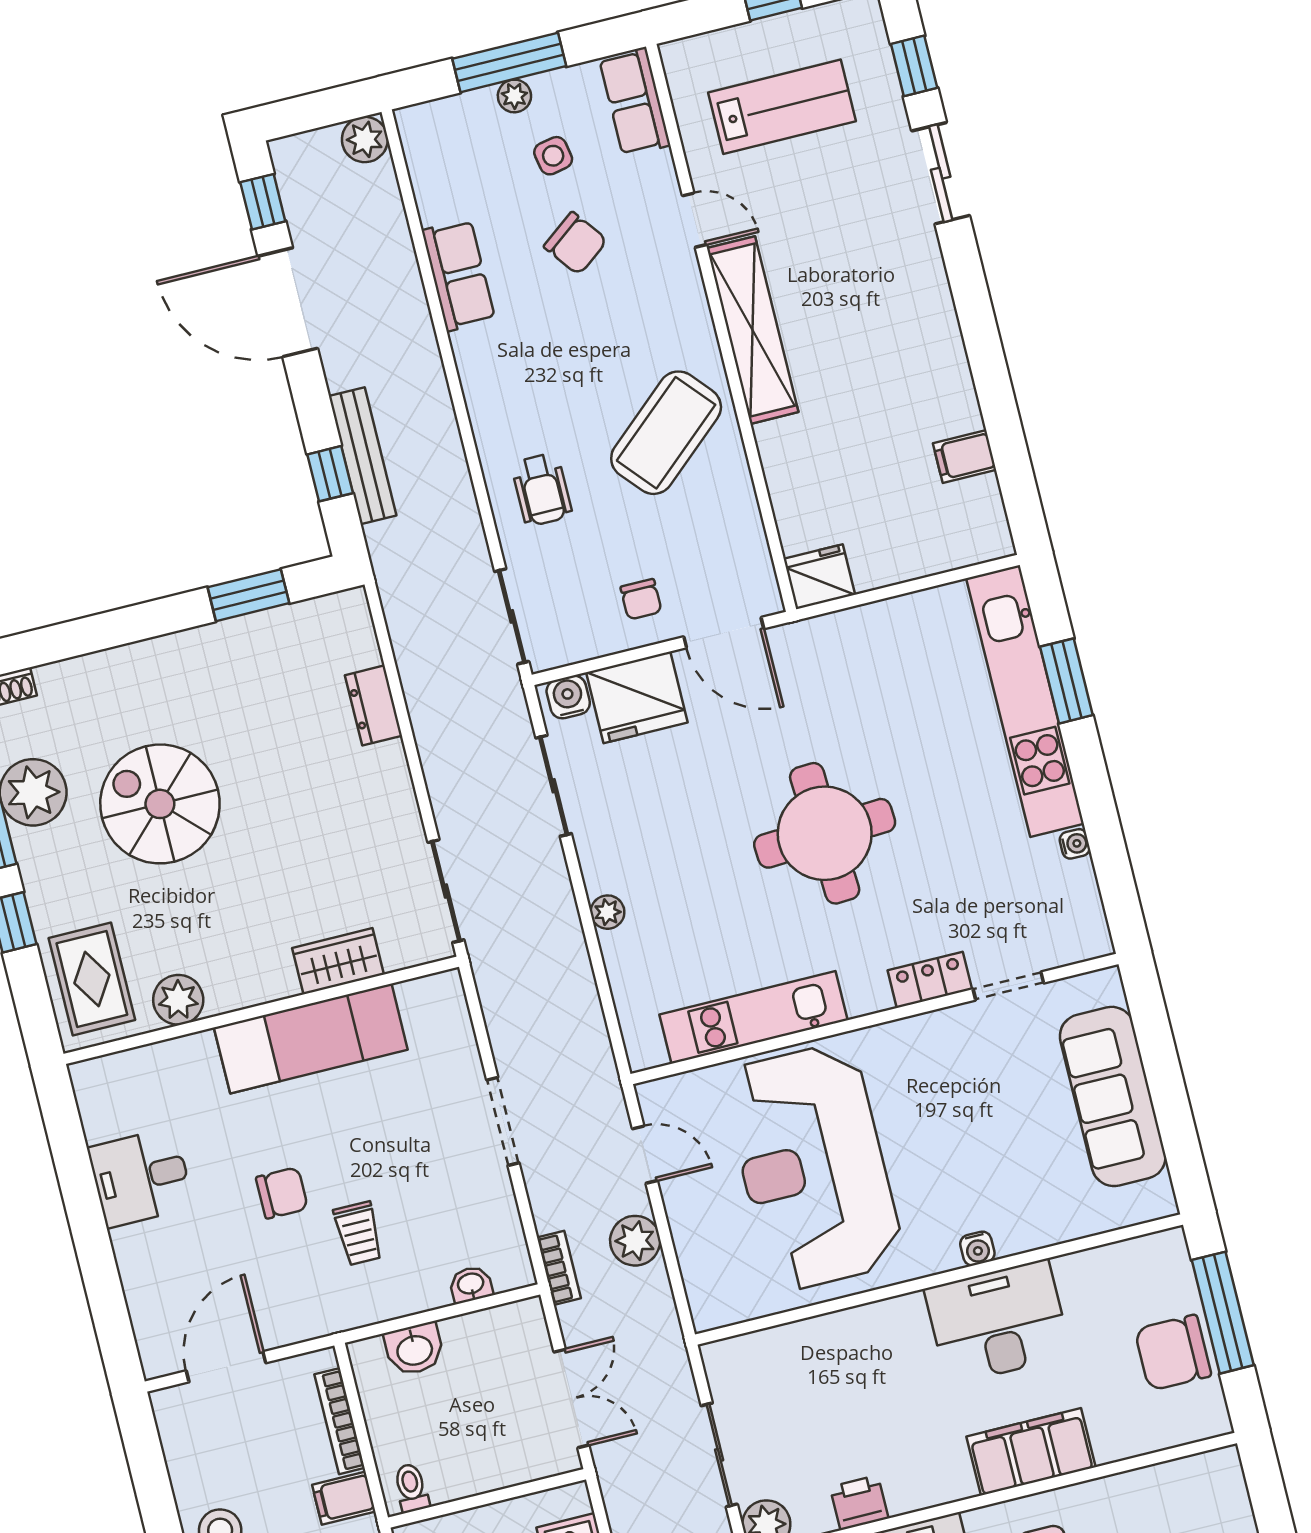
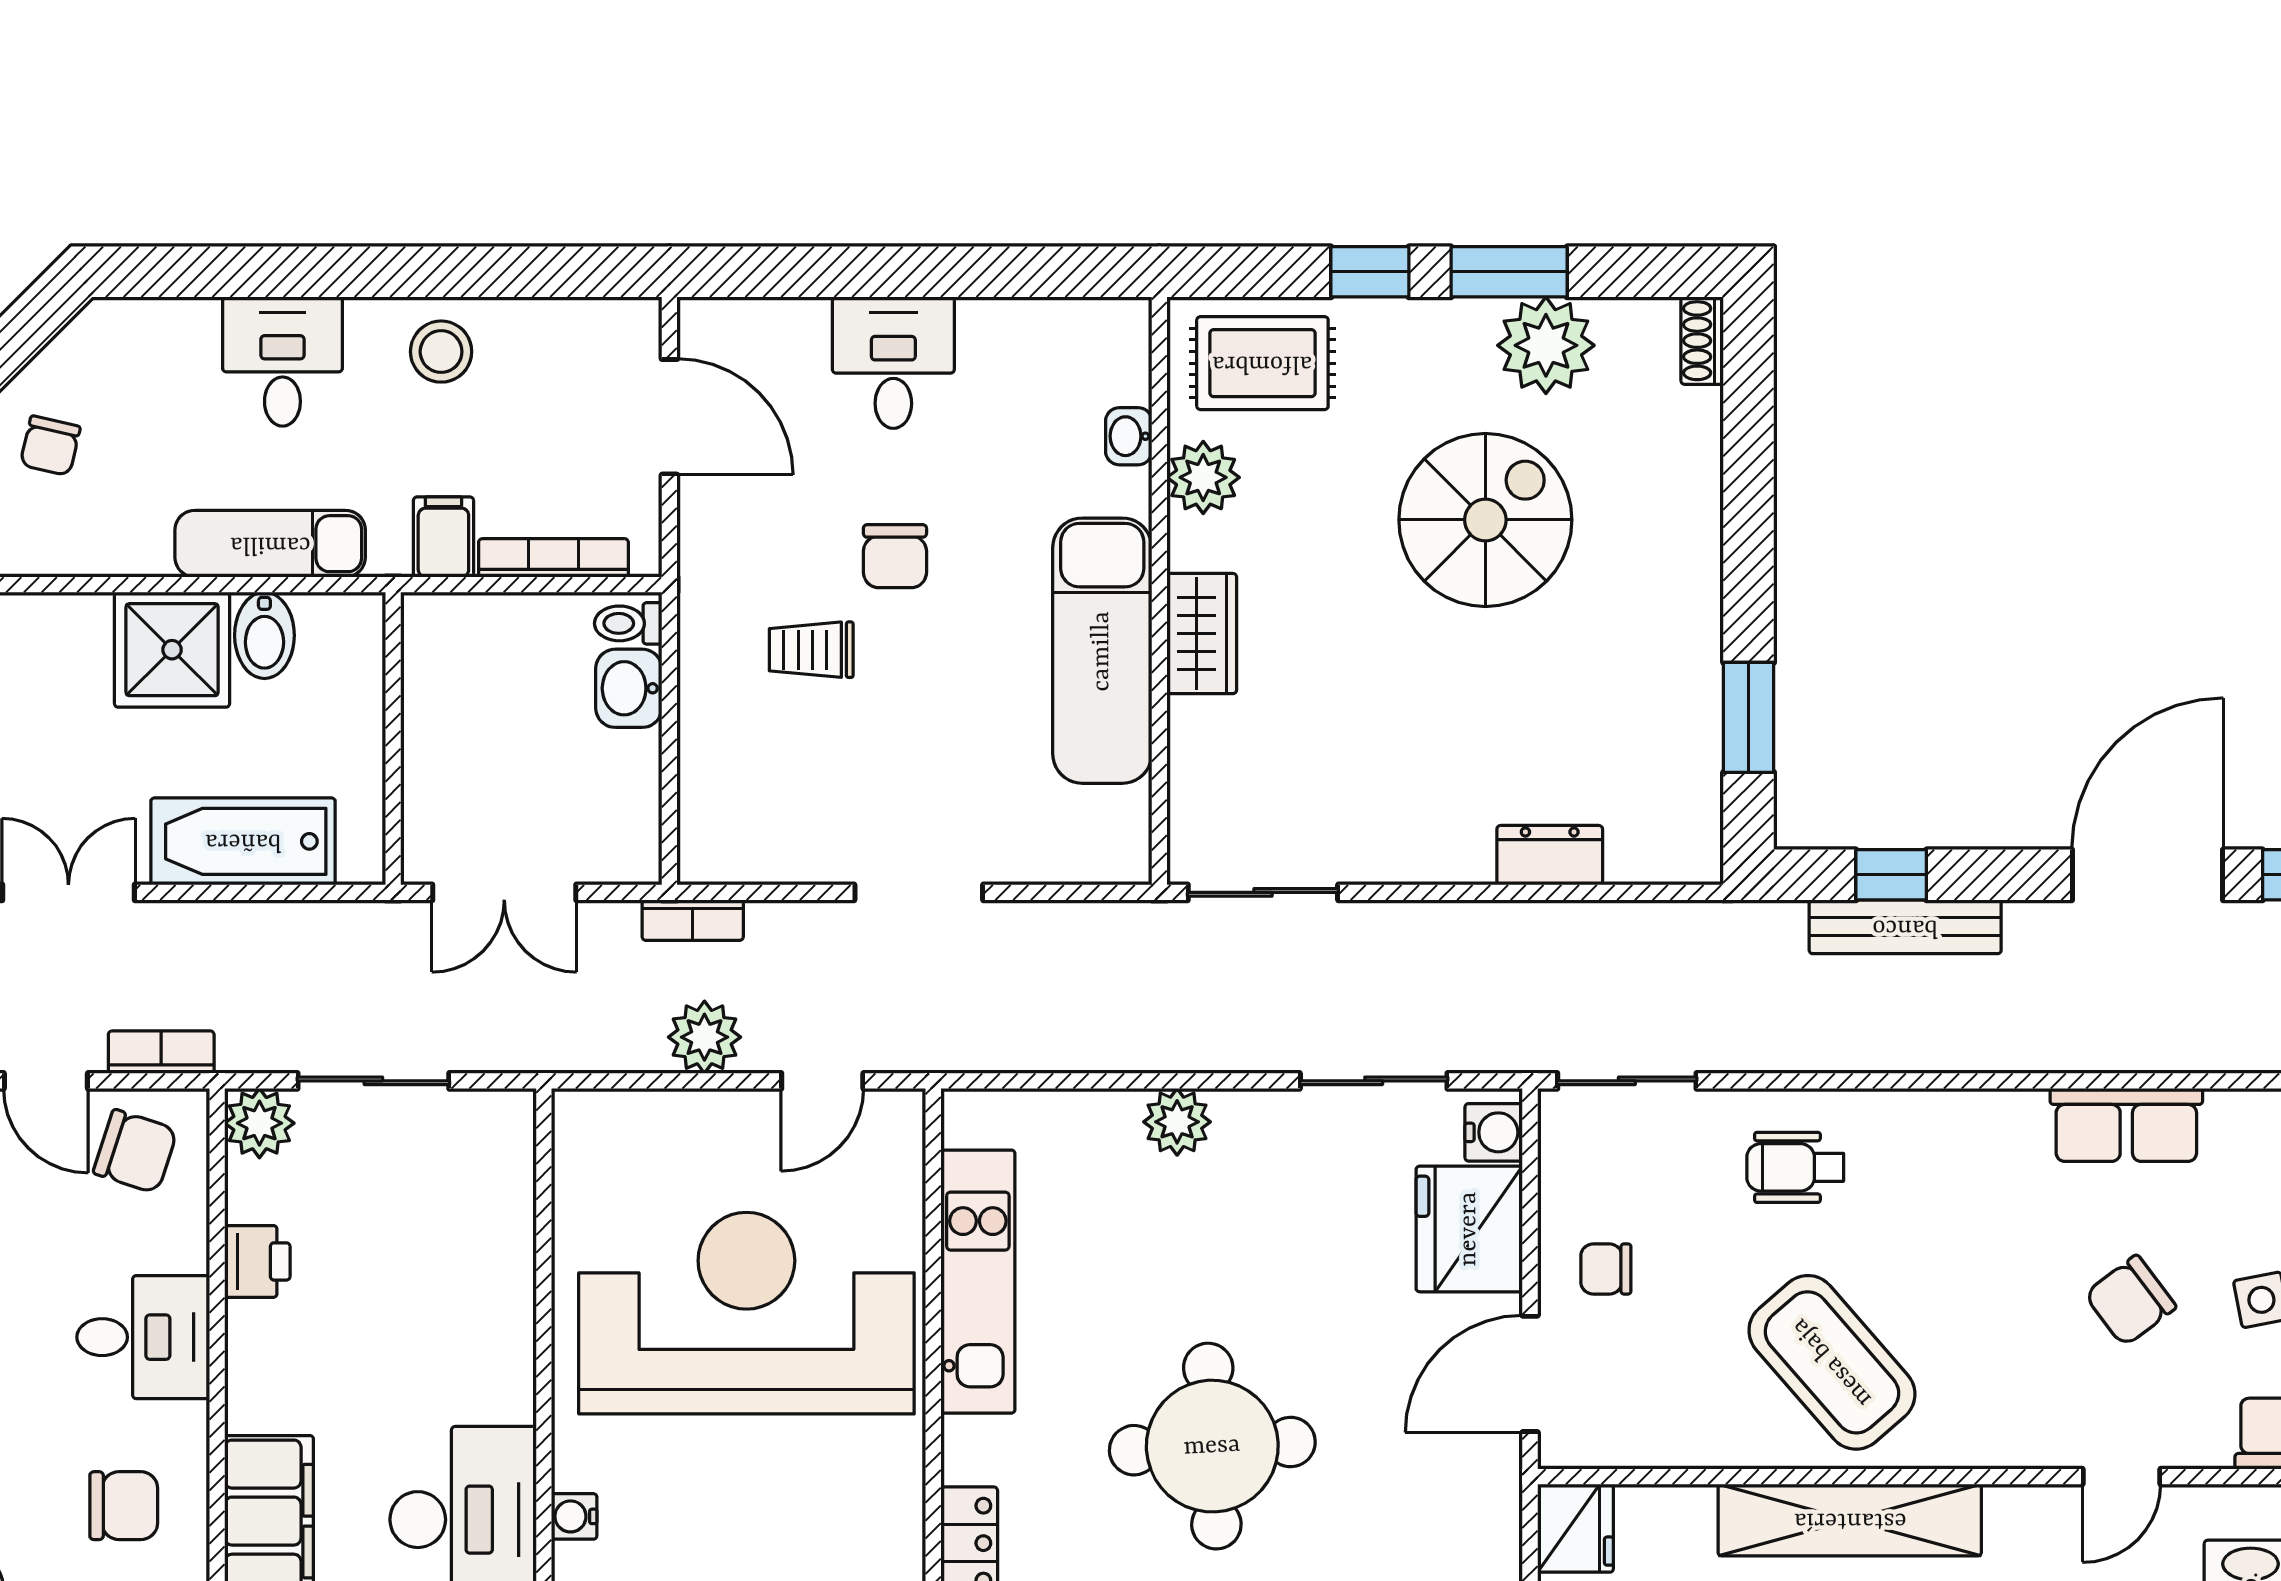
shelving: (753, 330) -> (1850, 1520), moved
plant: (607, 912) -> (1177, 1122), width x1.38, depth x1.38
wardrobe: (338, 961) -> (1202, 634), moved
desk: (141, 1177) -> (893, 363), moved
washbasin: (471, 1284) -> (1129, 436), moved, turned 180
toilet: (411, 1488) -> (628, 623), moved, turned 180

